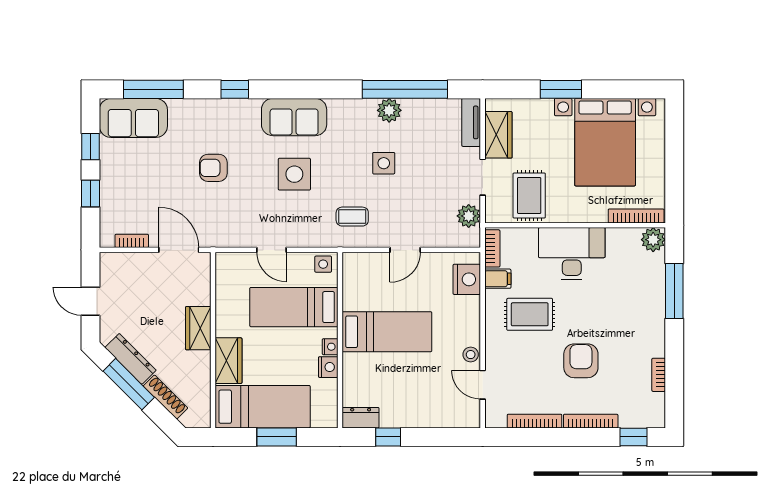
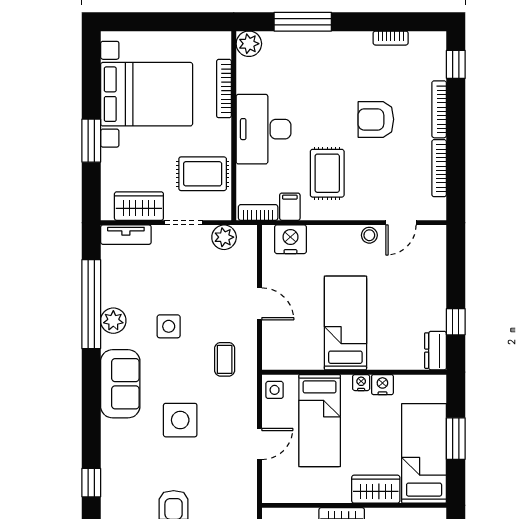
sofa: (294, 117) -> (120, 384), moved
bookcase: (636, 216) -> (224, 89), moved

